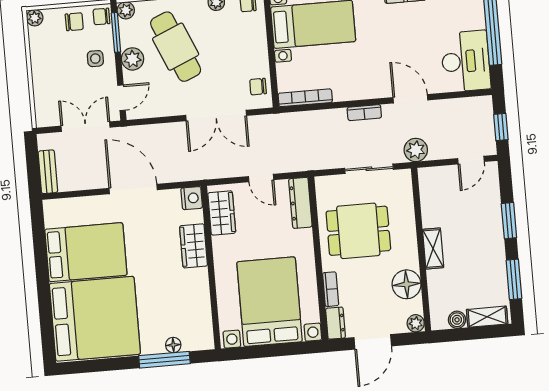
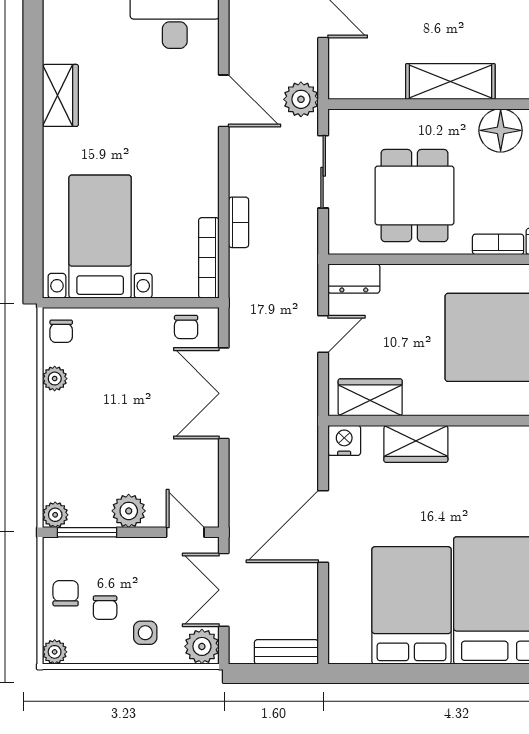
chair: (102, 16) -> (105, 608), moved
cafe table: (176, 47) -> (116, 445), removed
side table: (95, 59) -> (145, 633), moved
door: (410, 99) -> (224, 101), swing flipped
bookcase: (364, 113) -> (239, 222), moved
plant: (47, 115) -> (202, 646), added
double door: (216, 115) -> (224, 393), swing flipped
dresser: (300, 203) -> (354, 279), width x0.70
shelving: (433, 248) -> (450, 82), width x1.50, depth x1.33

